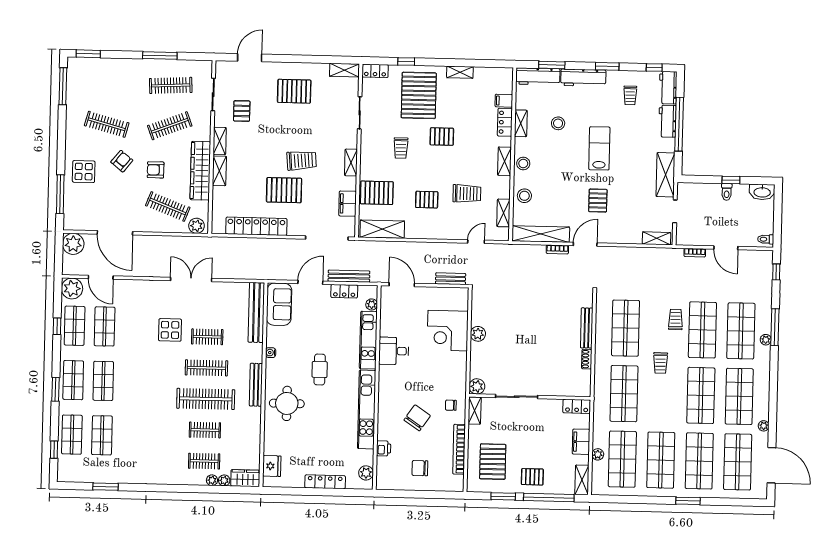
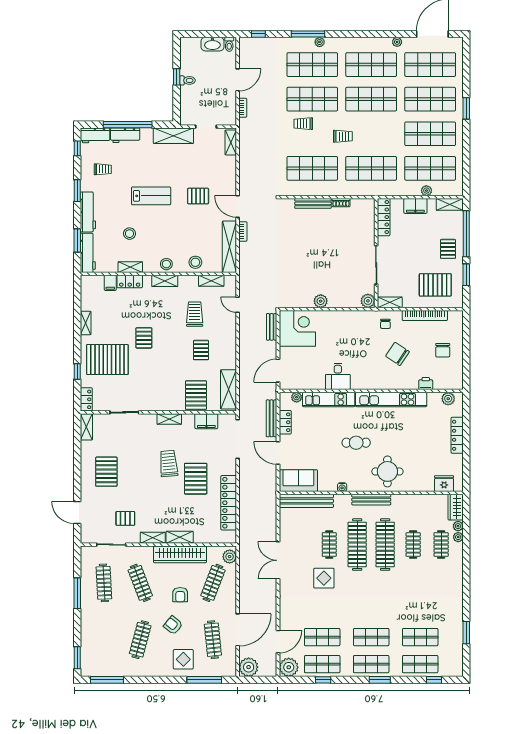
trolley: (401, 148) -> (155, 374), removed
lab bench: (599, 148) -> (151, 196), turned 180
washbasin: (762, 192) -> (212, 44), moved, turned 90
clothes rail: (105, 205) -> (213, 640), added
corner desk: (448, 331) -> (297, 328), moved, turned -90
clothes rail: (206, 368) -> (357, 545), width x1.37, depth x1.31
locker: (577, 406) -> (384, 217), width x1.53

